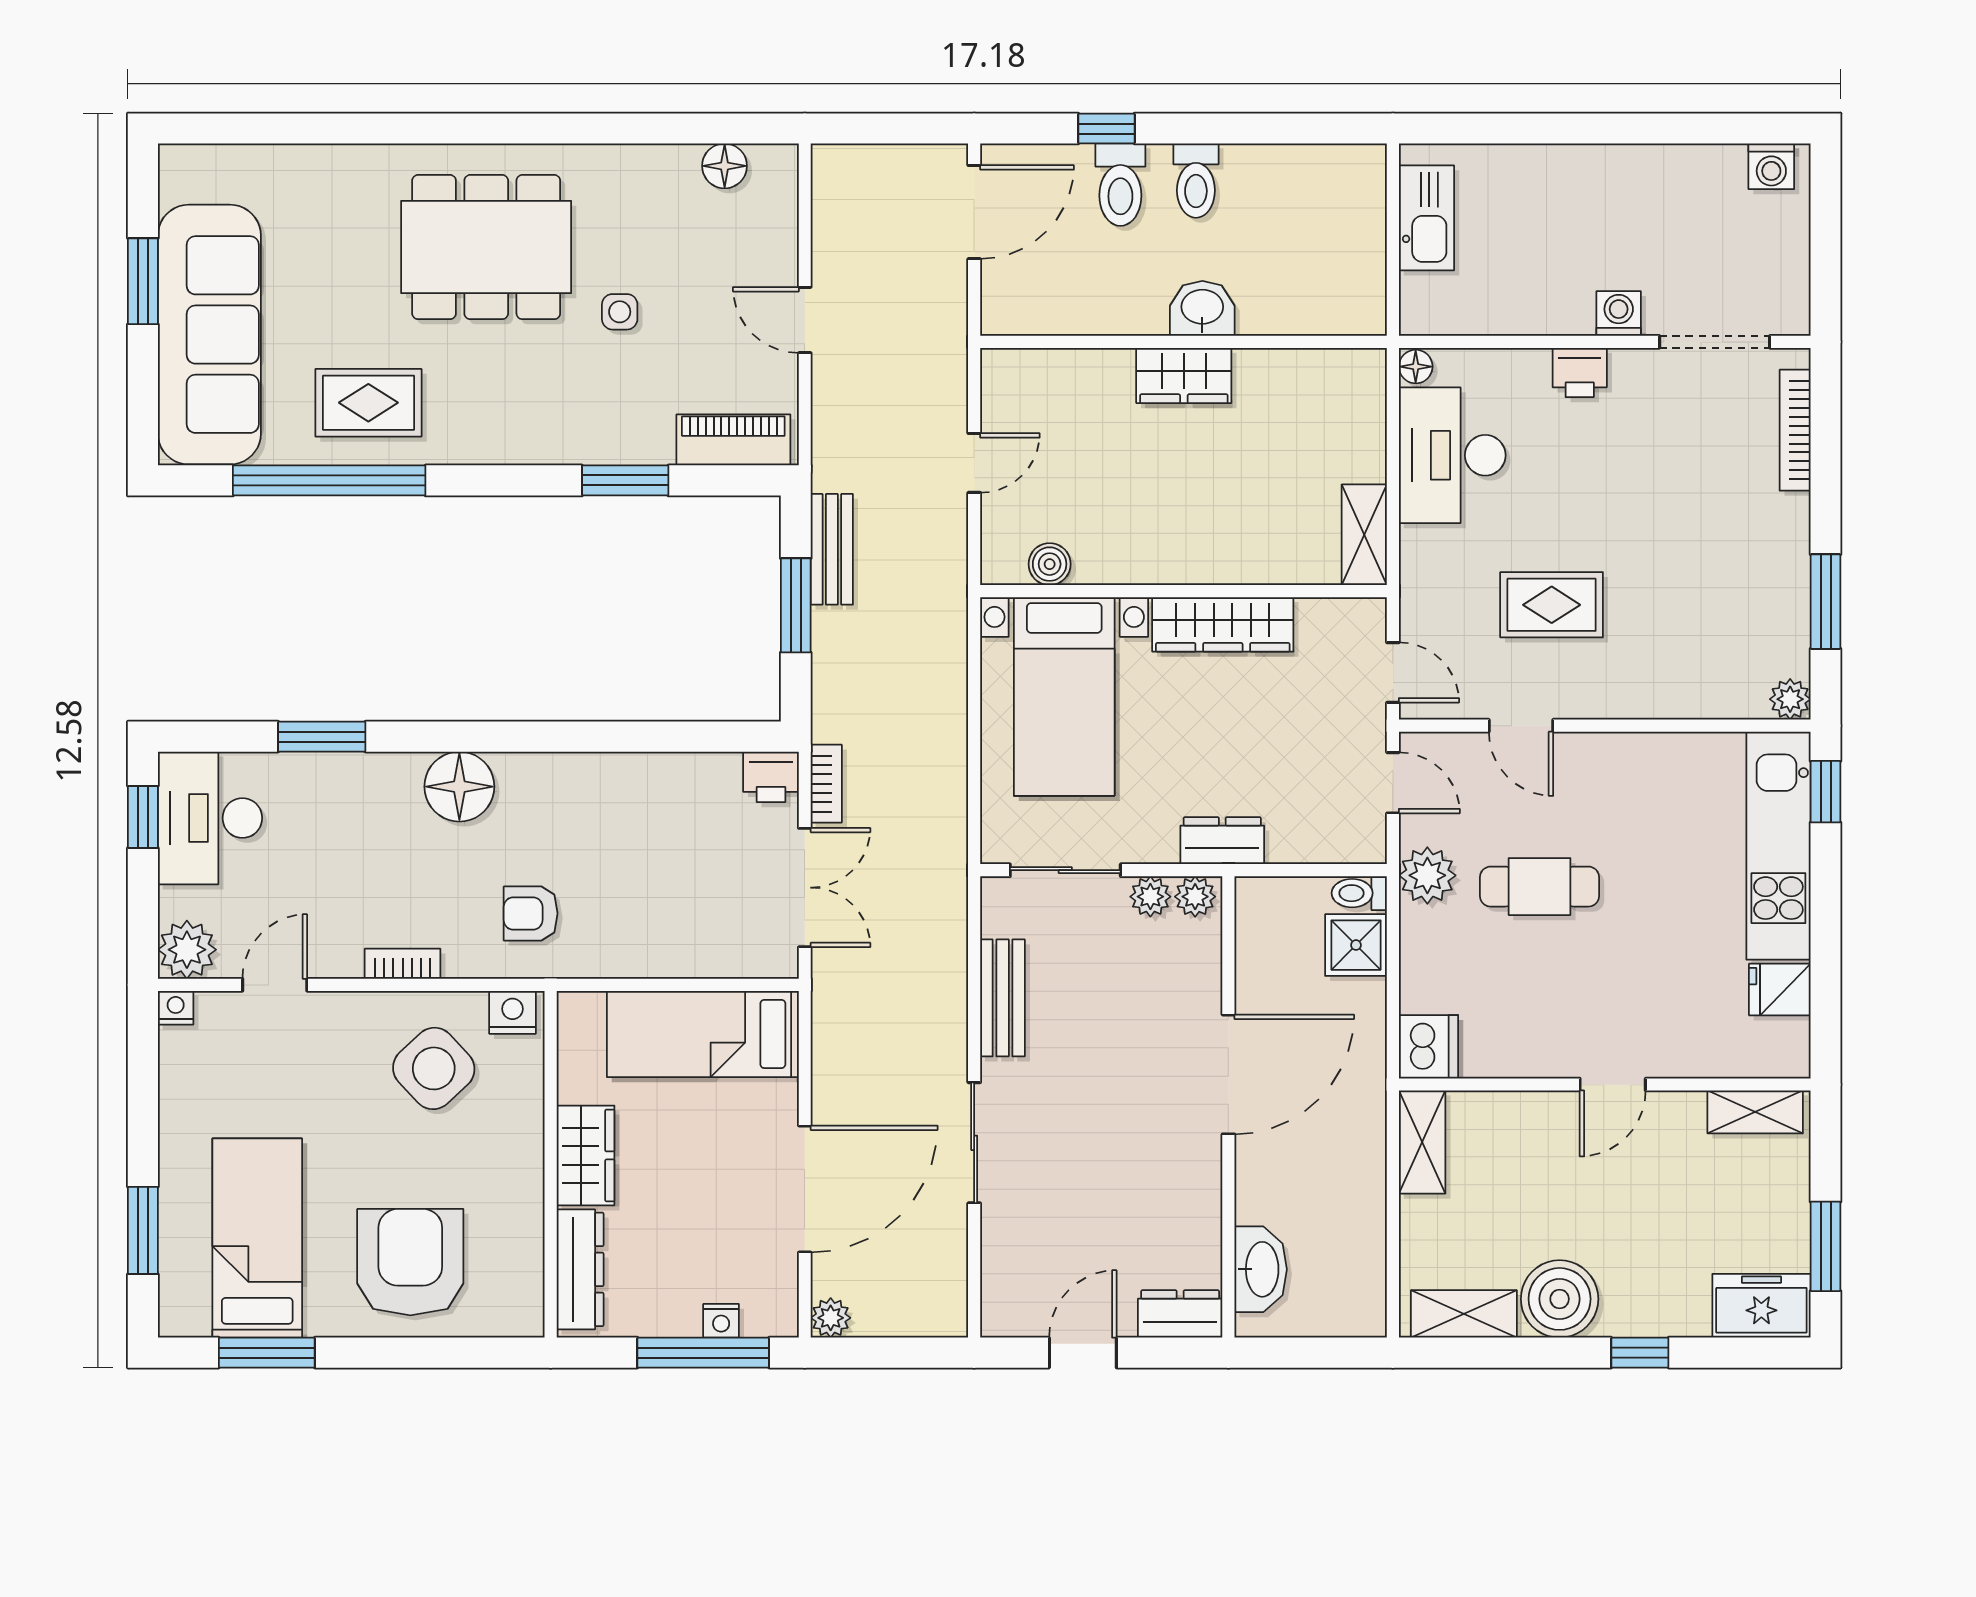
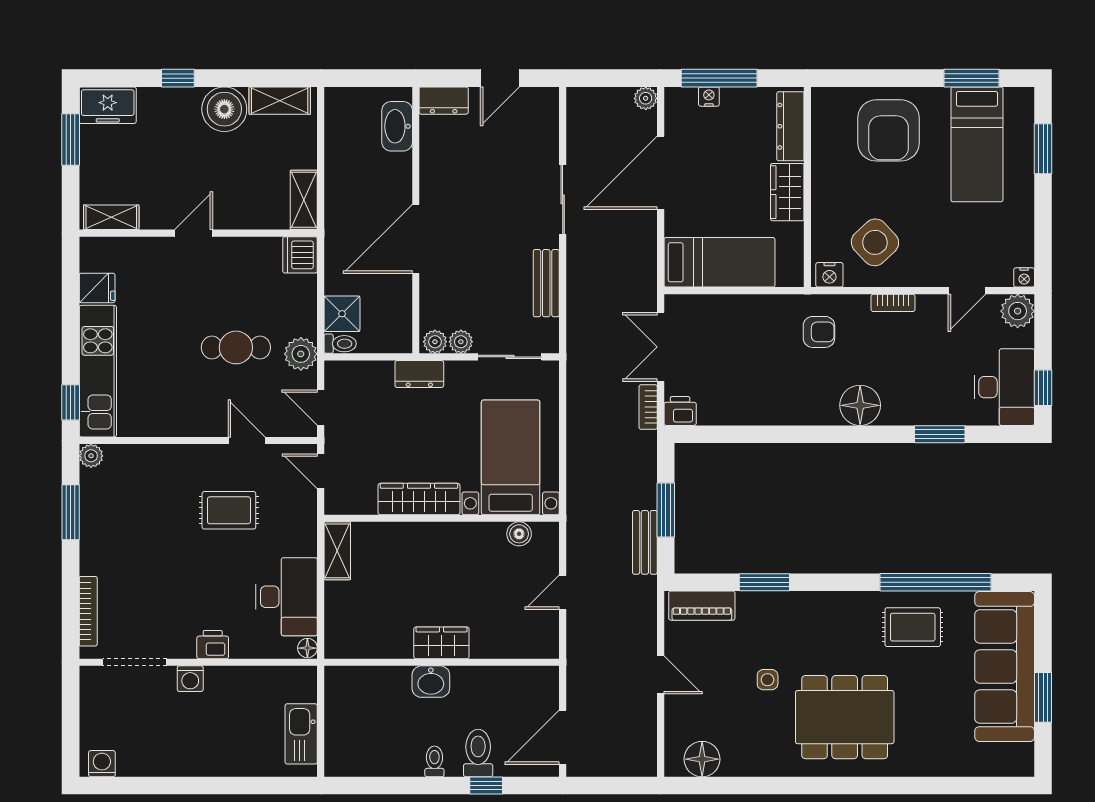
floor lamp: (725, 166) -> (702, 759), width x1.38, depth x1.38
toilet: (1196, 181) -> (434, 761), width x0.73, depth x0.72

